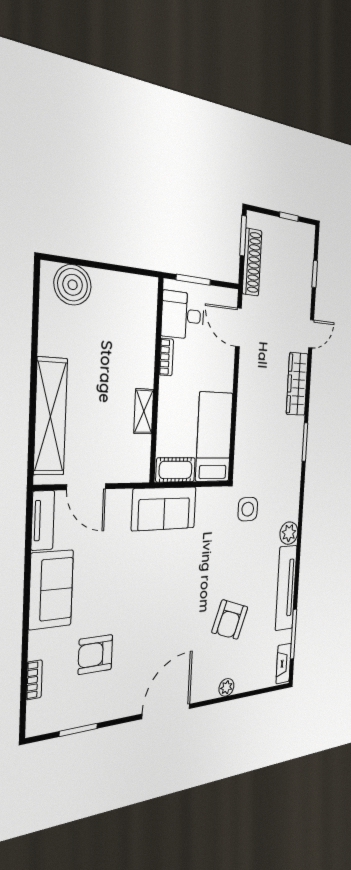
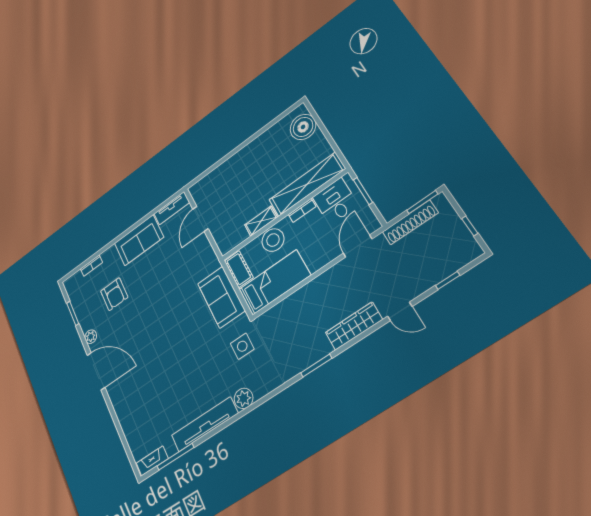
stool: (173, 411) -> (273, 240), added
shelving: (51, 416) -> (307, 184), moved
sofa: (164, 509) -> (221, 297), moved
armchair: (230, 620) -> (165, 384), removed
armchair: (95, 654) -> (114, 294), turned 180
plant: (226, 687) -> (91, 337), moved

